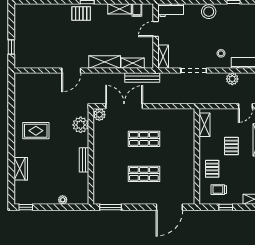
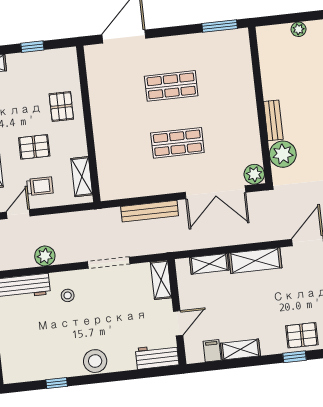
bench: (142, 78) -> (150, 211), moved
pallet: (231, 146) -> (34, 147), turned 90
bench: (84, 160) -> (273, 120), moved
trolley: (219, 190) -> (40, 186), moved

